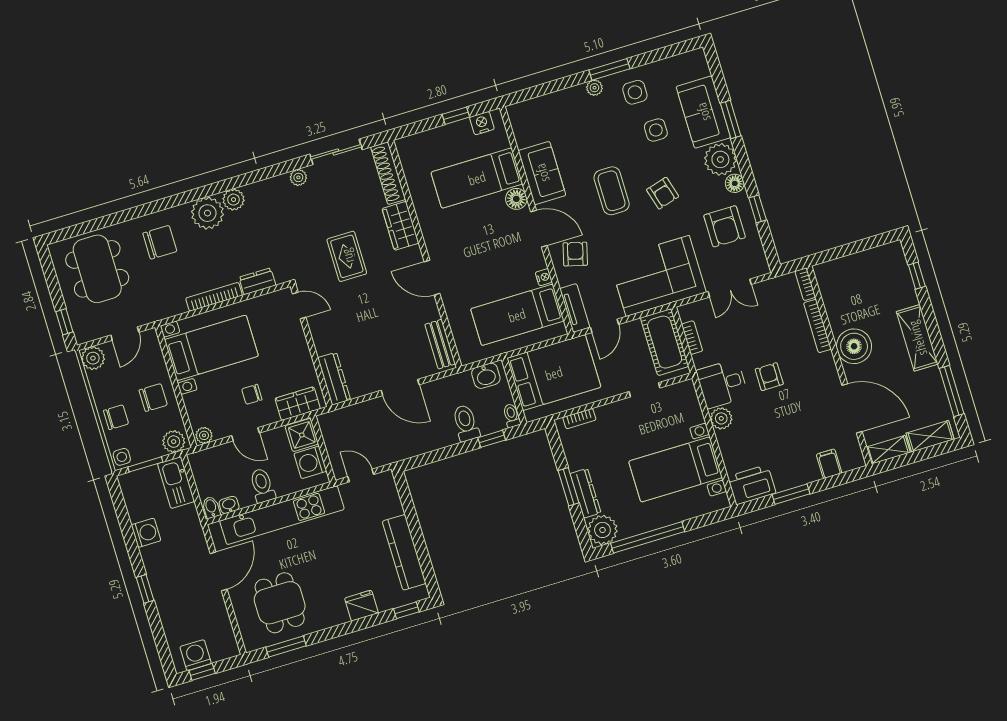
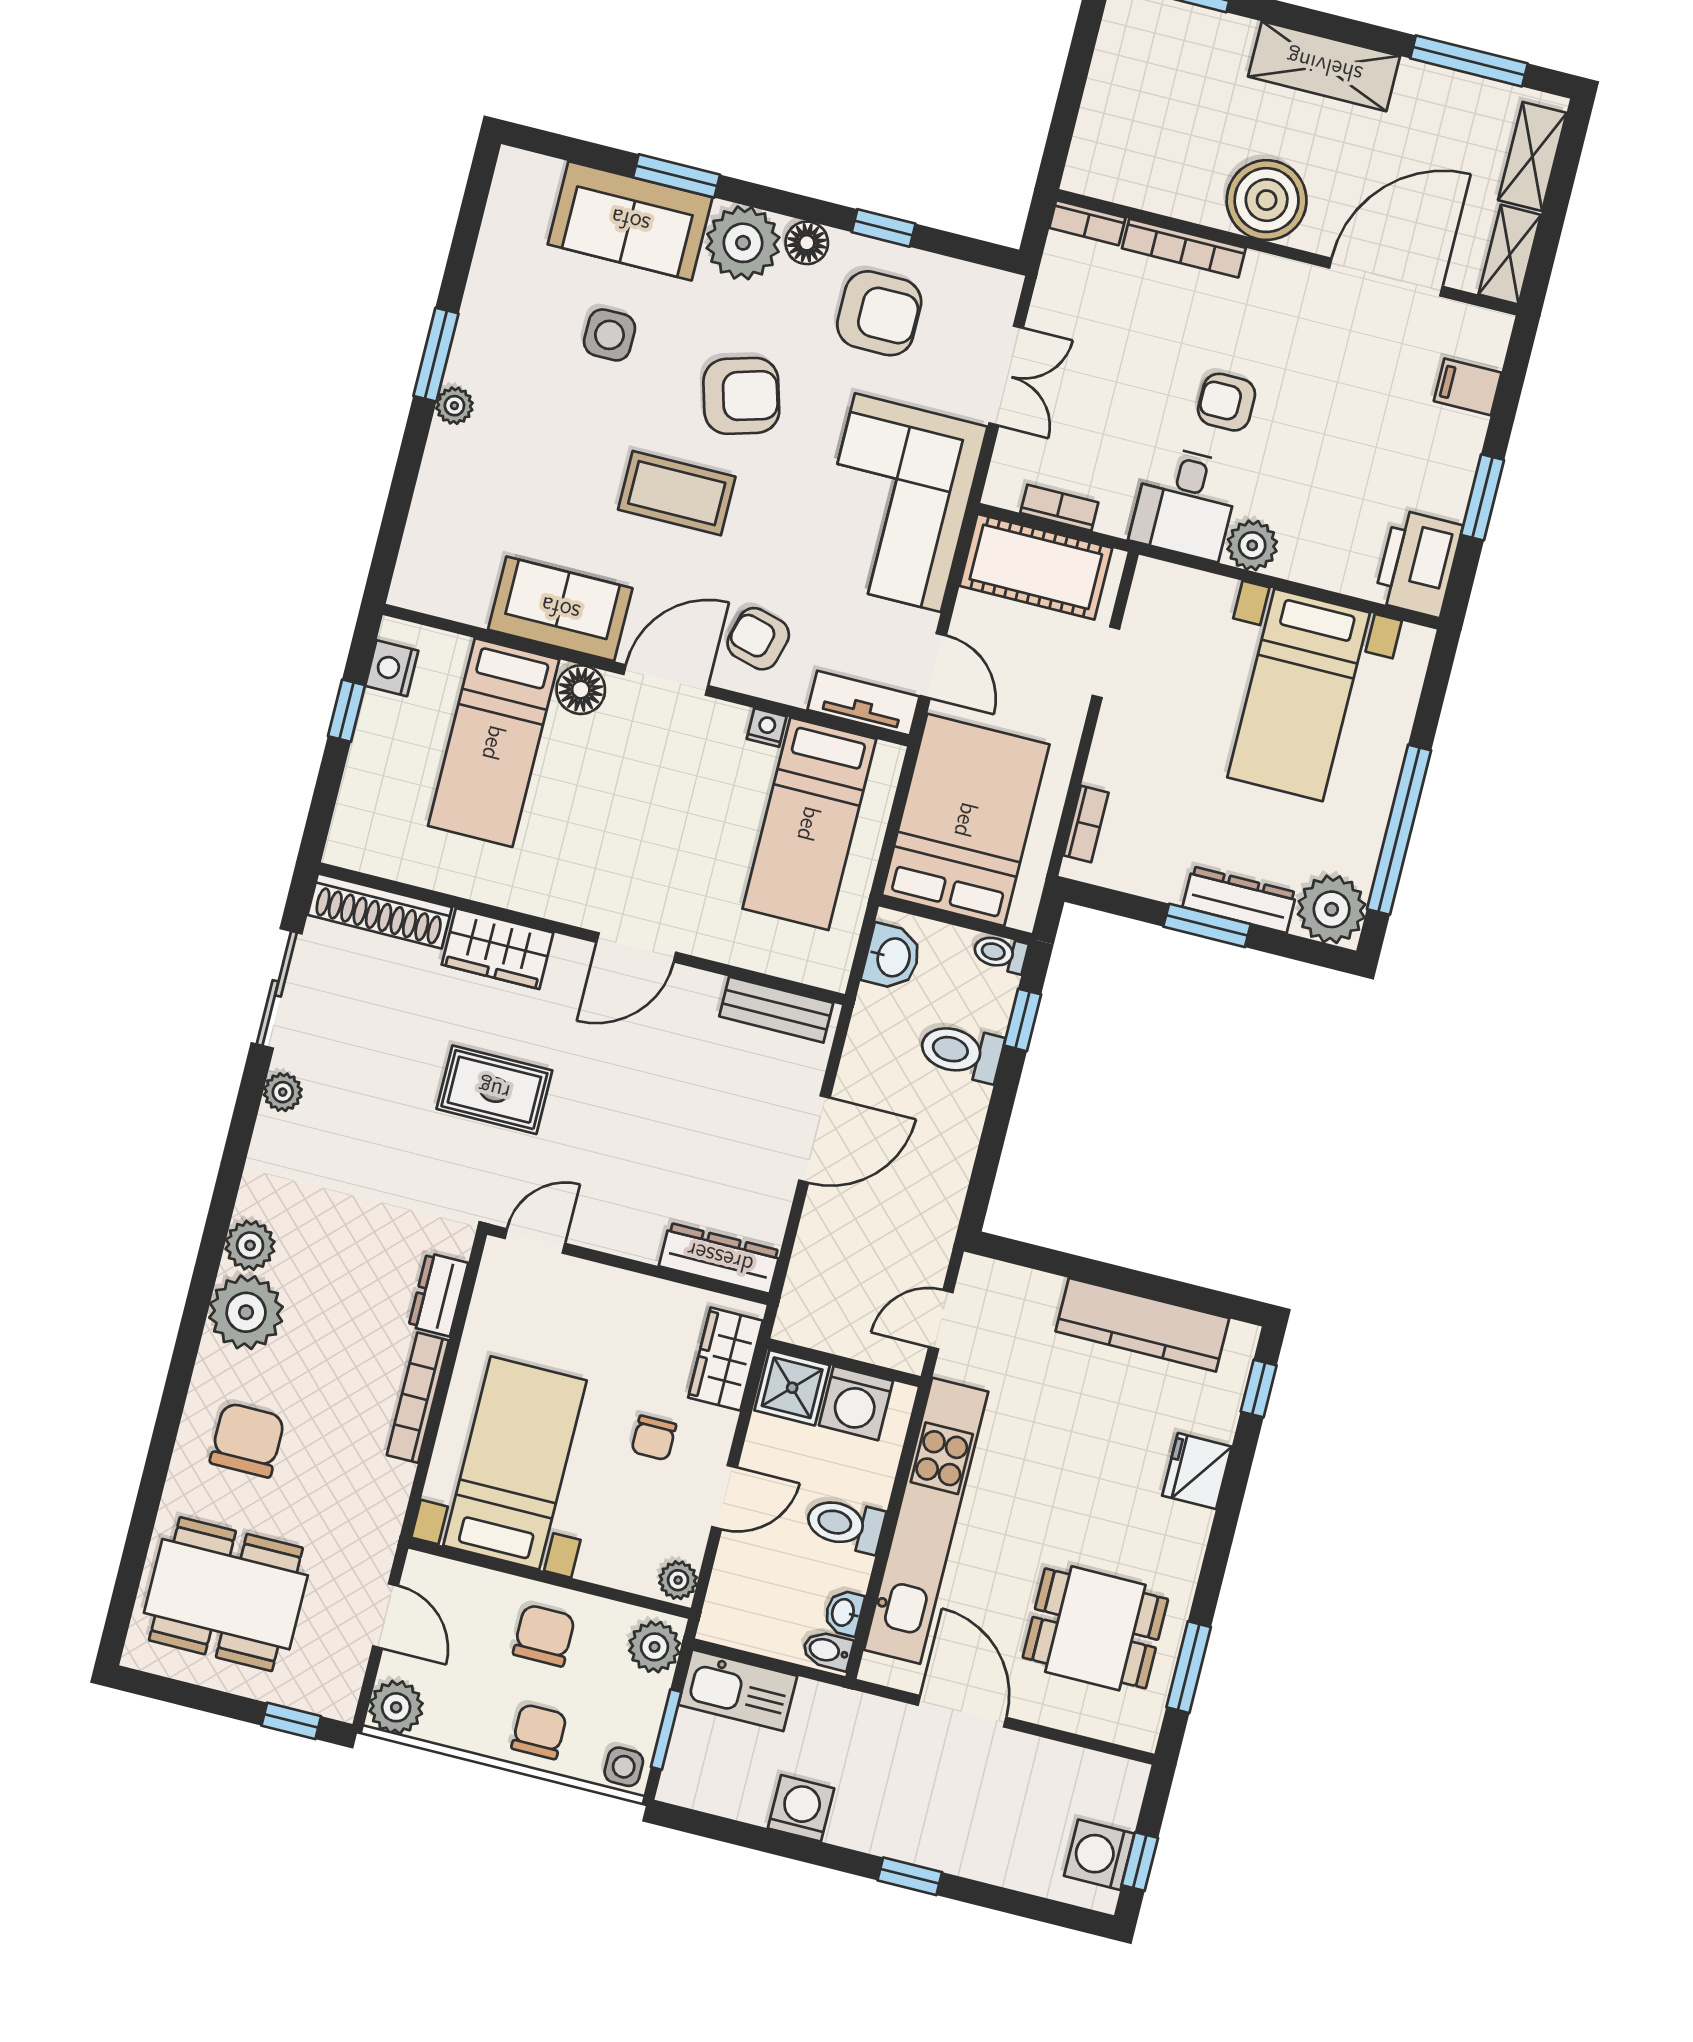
side table: (635, 92) -> (511, 332), removed
armchair: (663, 193) -> (741, 396), width x1.38, depth x1.38

